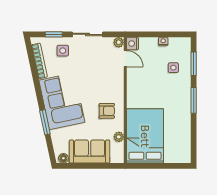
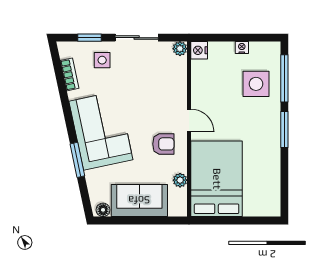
door: (125, 59) -> (189, 121), moved
bookcase: (39, 61) -> (70, 74), width x0.64
window: (194, 64) -> (284, 78), width x1.44
side table: (173, 68) -> (256, 84), width x1.87, depth x1.87

